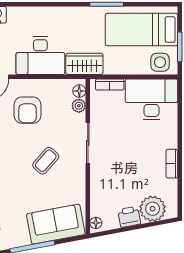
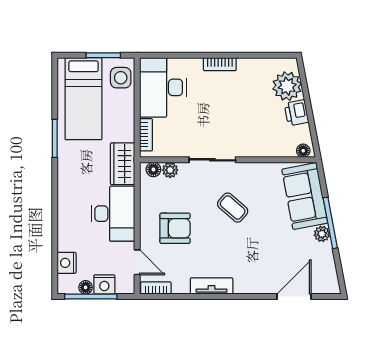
bookcase: (172, 164) -> (220, 64), moved
plant: (23, 239) -> (322, 234), added

